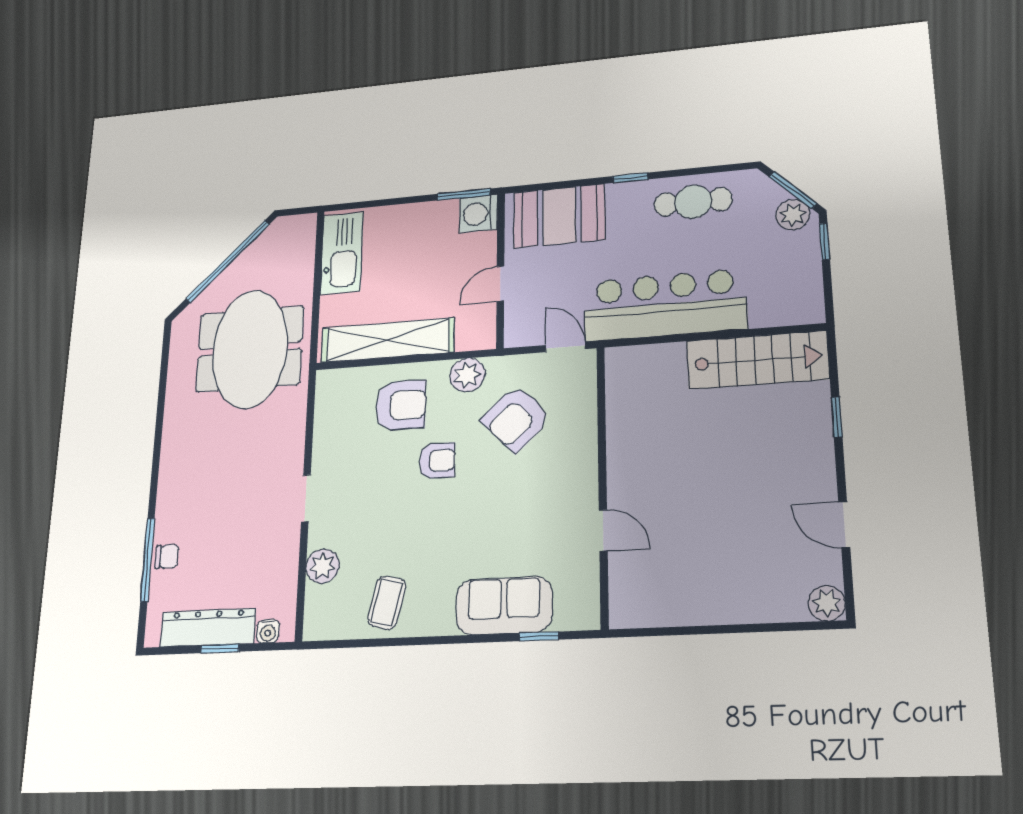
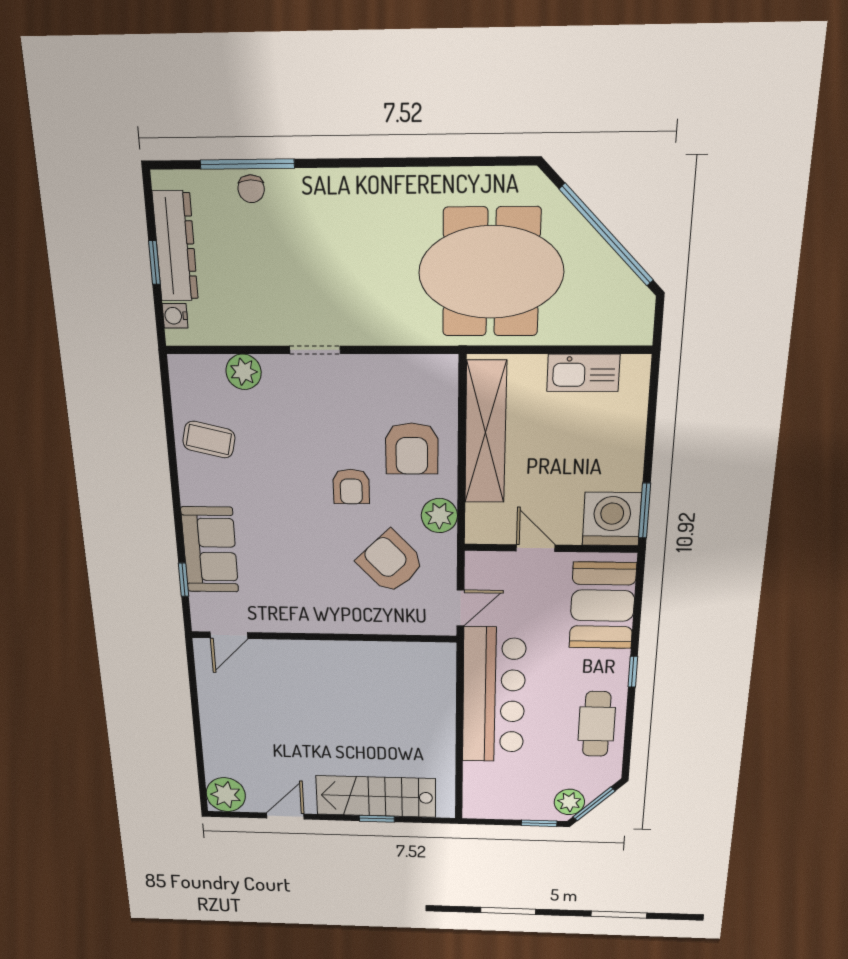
washing machine: (478, 214) -> (612, 519), width x1.37, depth x1.37
kitchen sink: (342, 253) -> (583, 373), width x0.73, depth x0.81
stairs: (757, 360) -> (376, 796), moved, turned 90
door: (603, 530) -> (229, 635), moved
plant: (827, 603) -> (226, 795), width x1.36, depth x1.36

